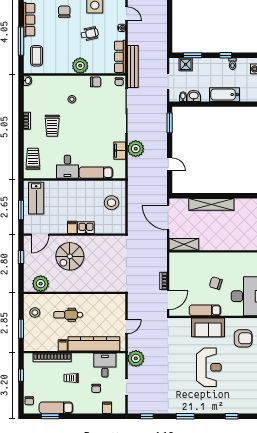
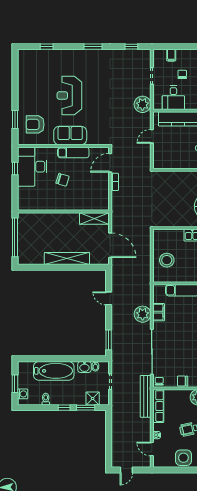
window: (226, 55) -> (64, 408), moved
bathtub: (225, 95) -> (54, 371), width x1.36, depth x1.36

